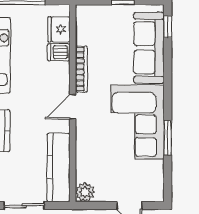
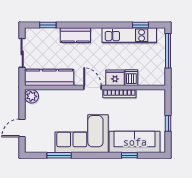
window: (168, 27) -> (129, 155), moved
fridge: (59, 29) -> (115, 78), moved
window: (168, 138) -> (59, 155), moved

